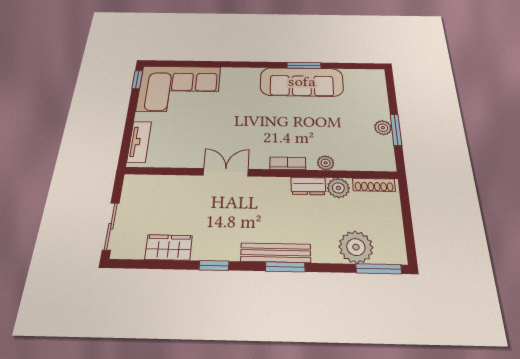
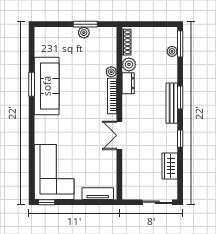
bookcase: (288, 163) -> (112, 96), width x1.56
plant: (356, 247) -> (172, 51), width x0.53, depth x0.53

